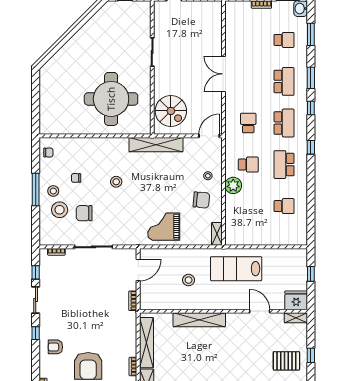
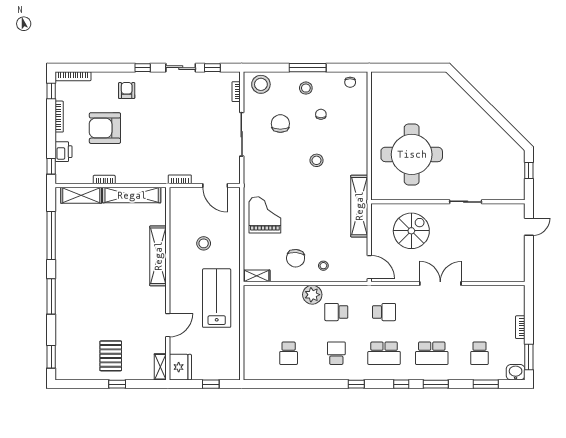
spiral stairs: (171, 111) -> (411, 231), moved, turned 180
school desk: (248, 165) -> (336, 312), turned 90
school desk: (284, 165) -> (336, 353), width x0.54
stool: (60, 210) -> (261, 84), moved

